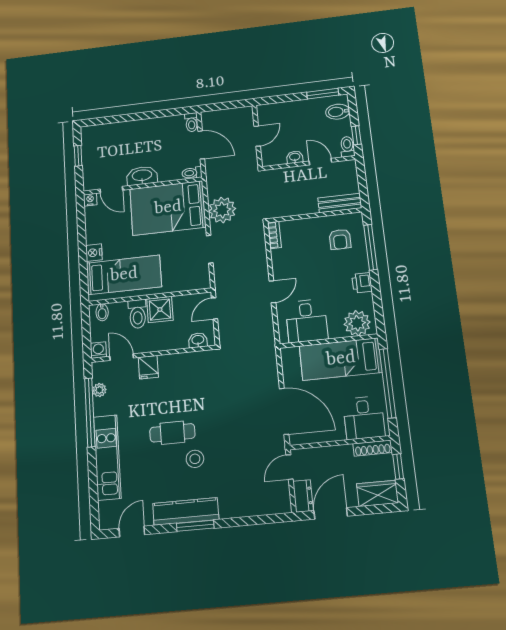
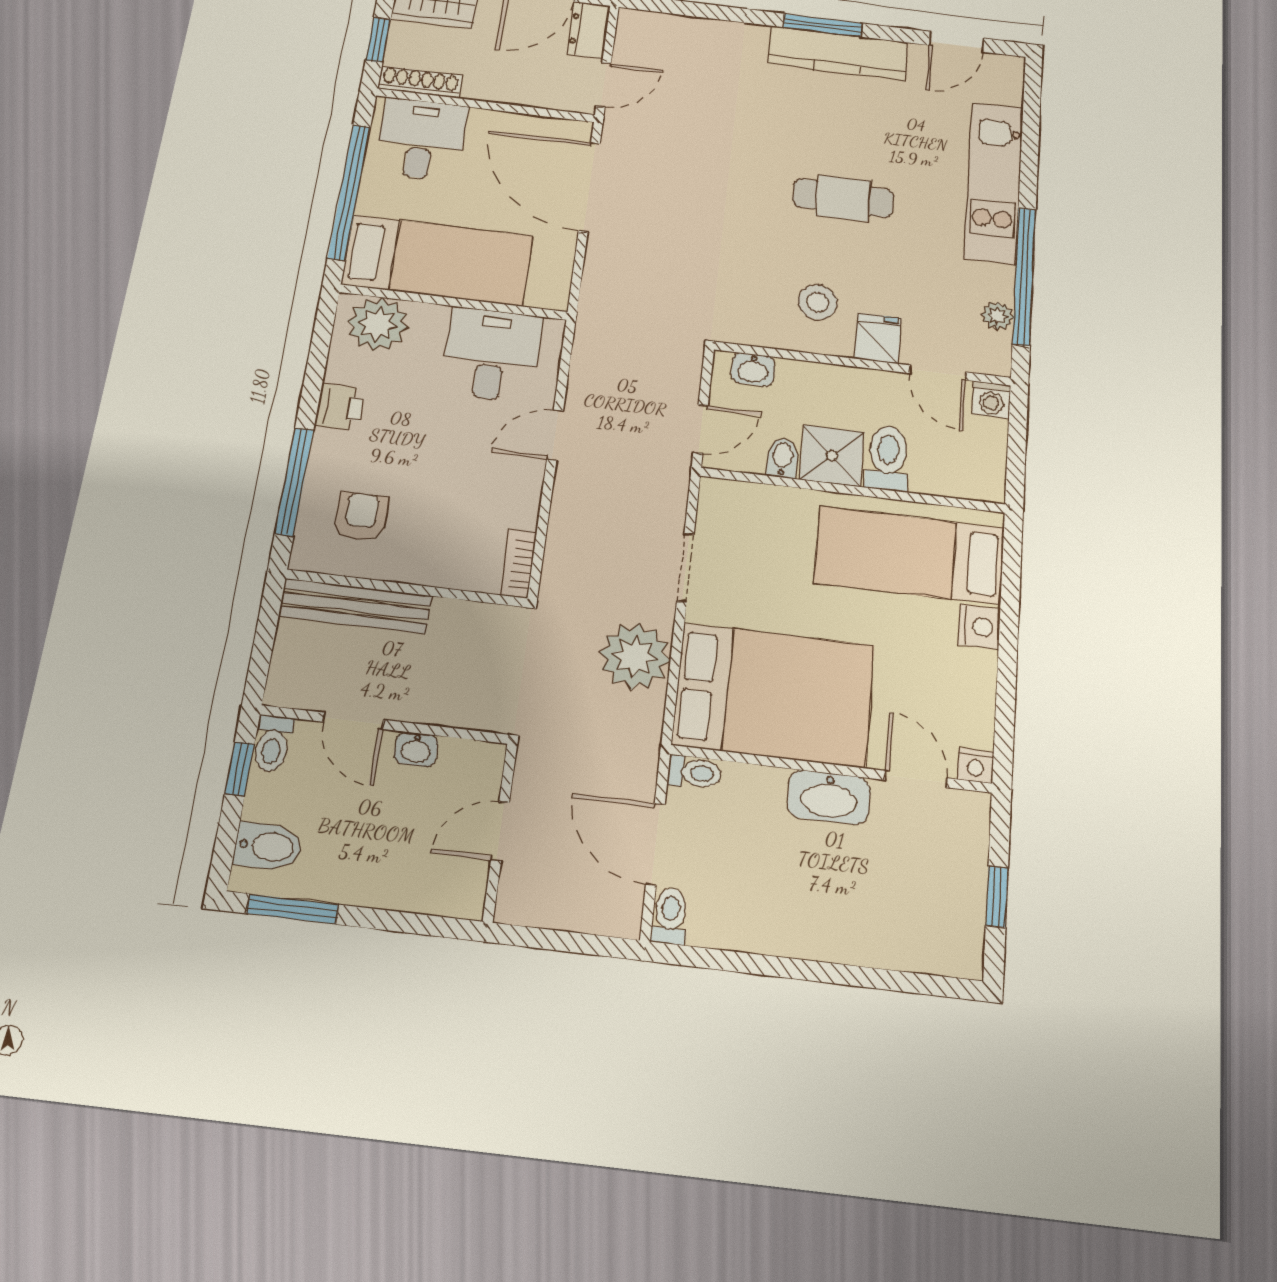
bench: (340, 203) -> (355, 606), width x1.36
bidet: (102, 312) -> (782, 458), moved
stool: (195, 459) -> (818, 302), moved

